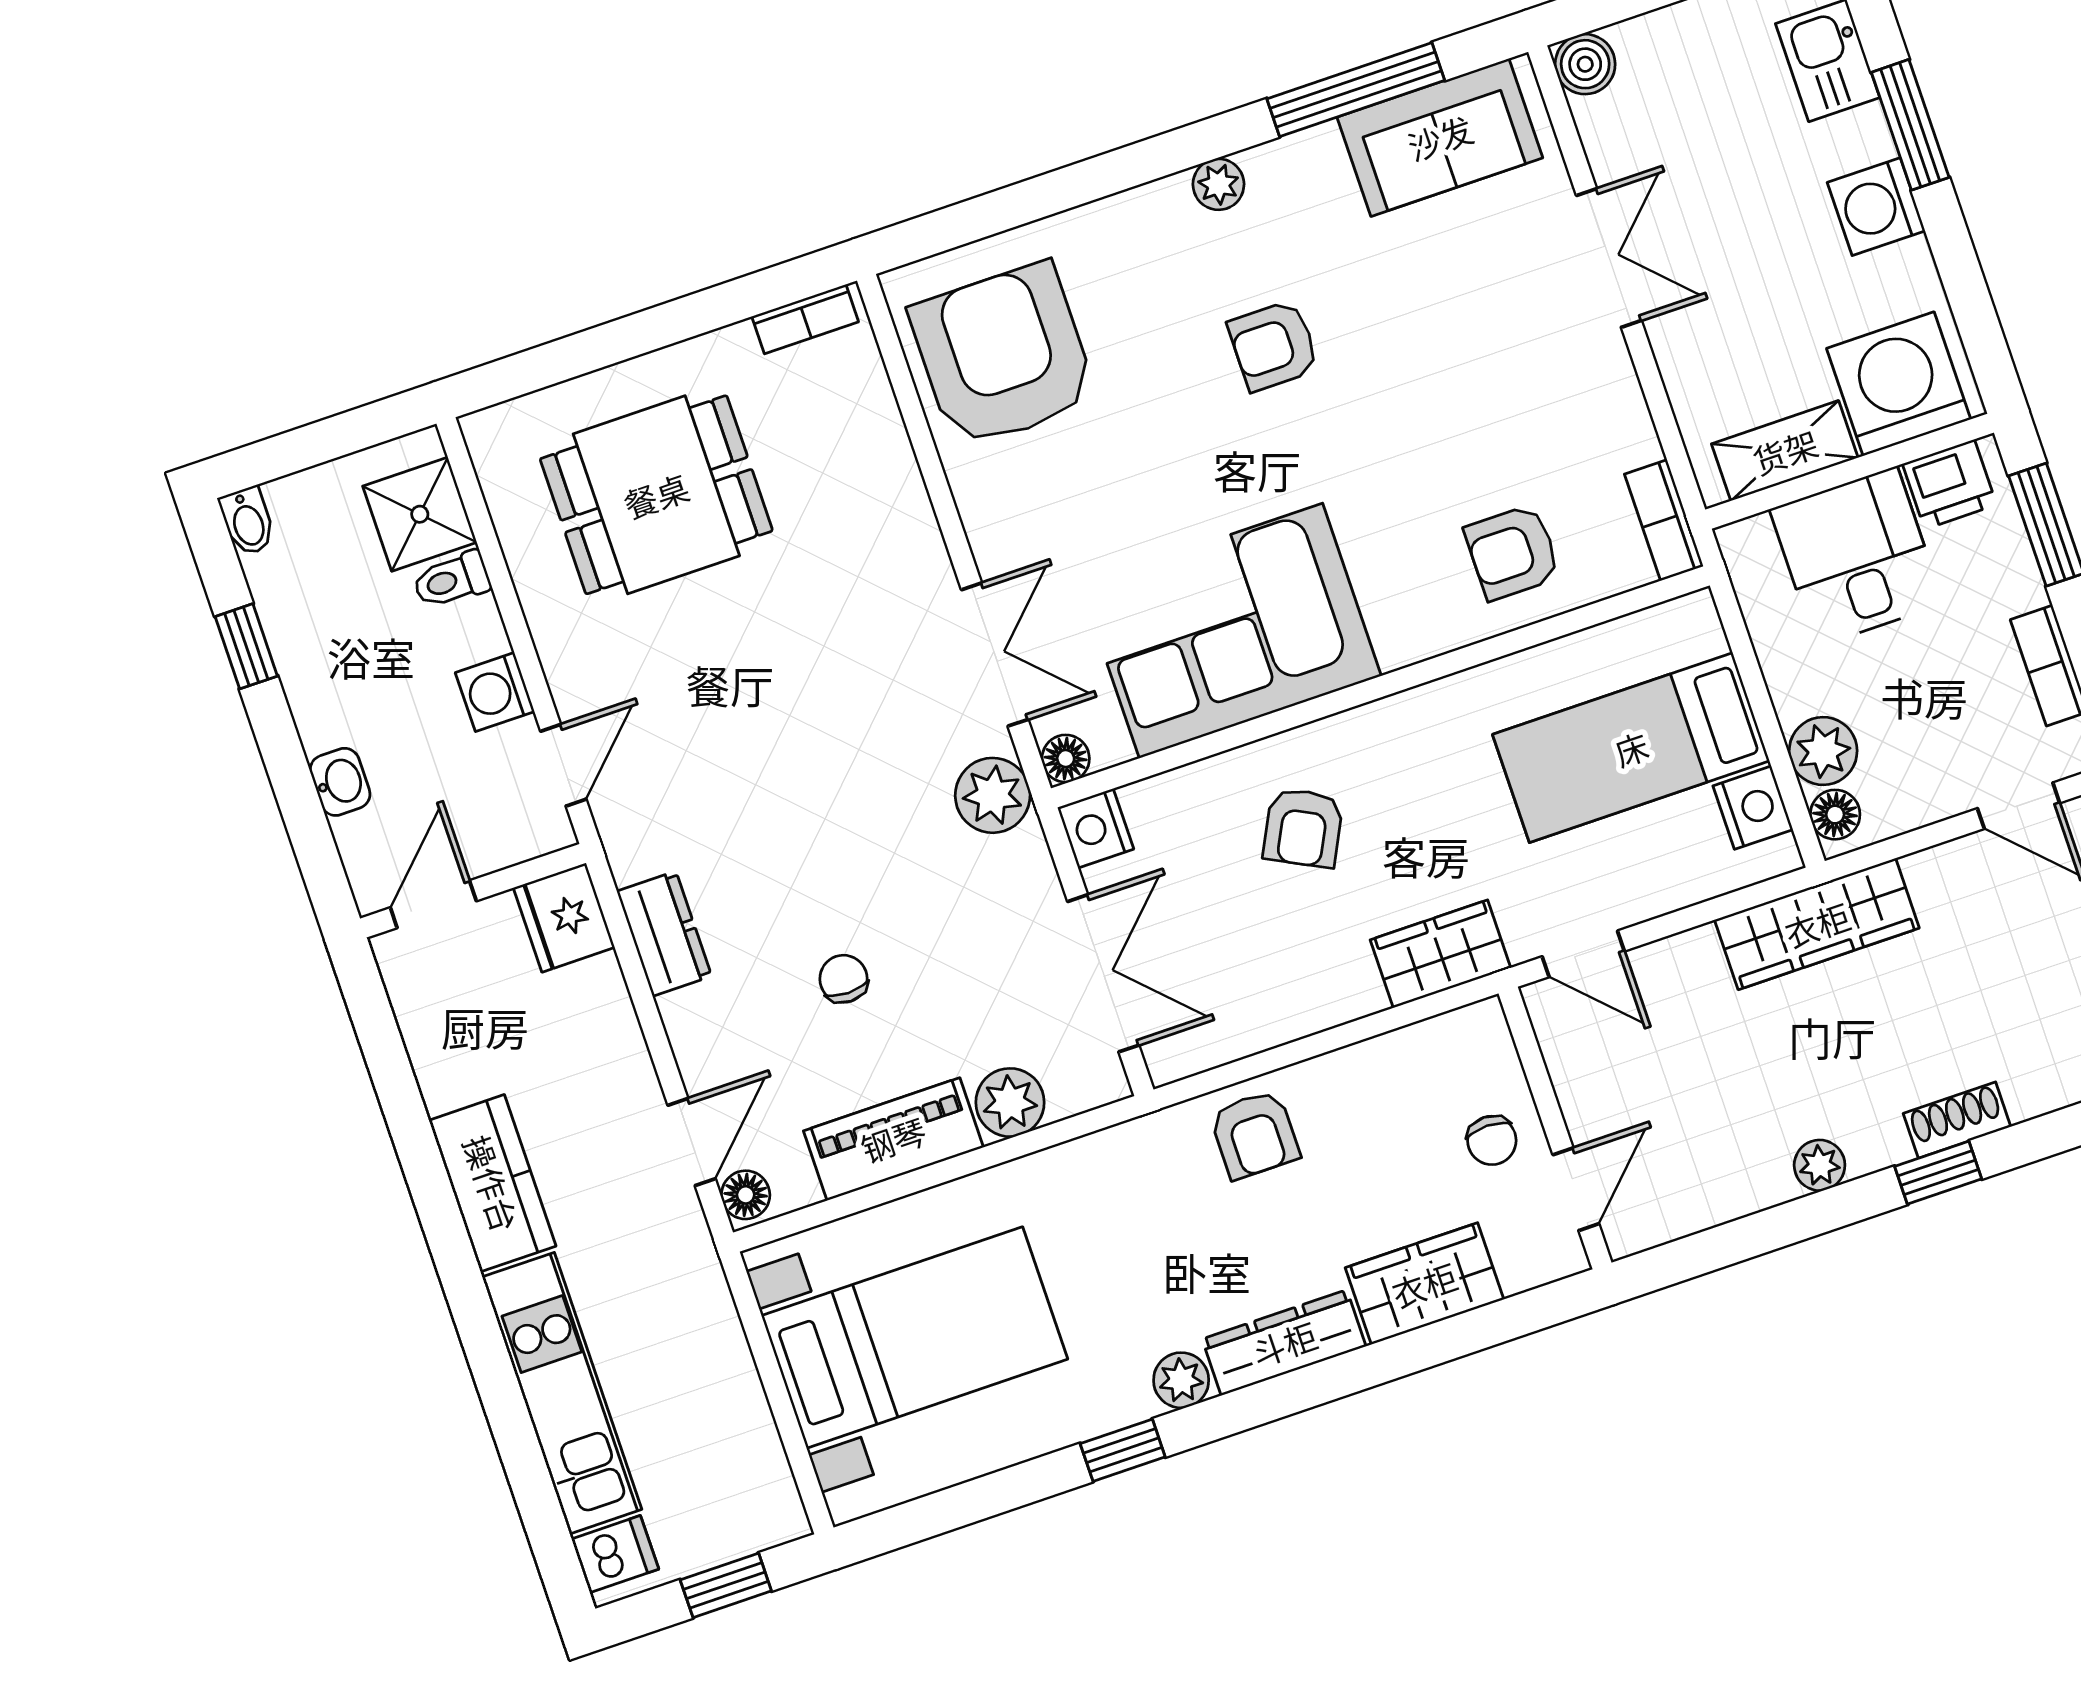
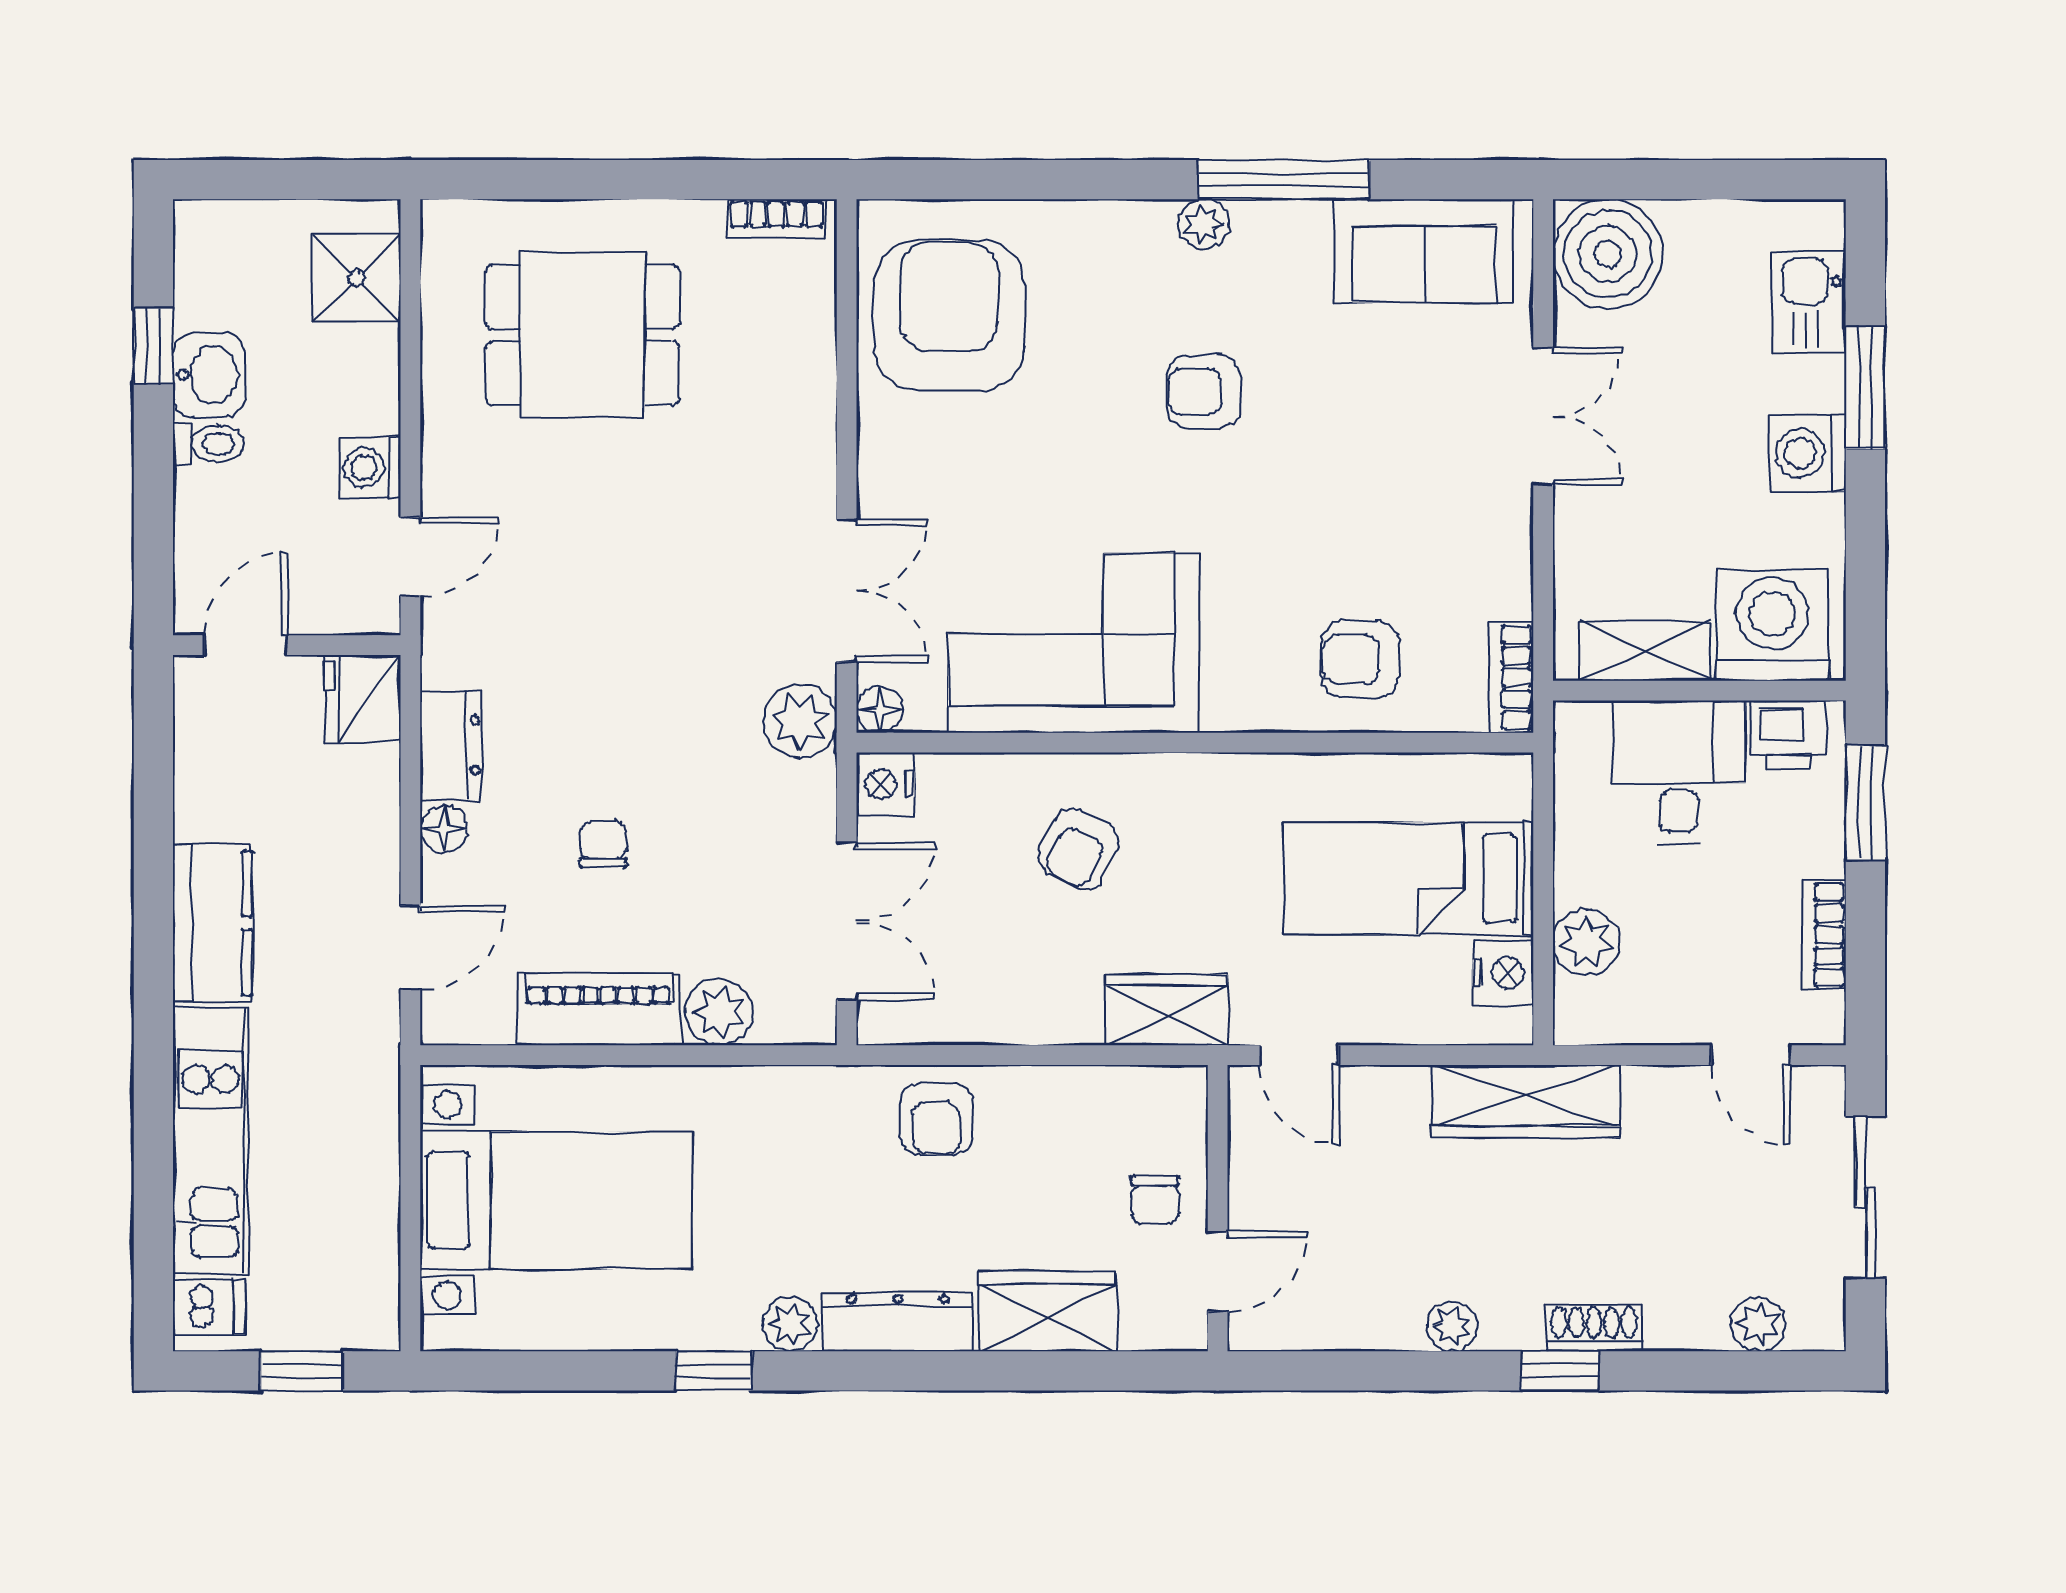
boiler: (1585, 64) -> (1608, 254), width x1.86, depth x1.86
window: (1356, 90) -> (1284, 180), moved
bidet: (247, 521) -> (194, 230), removed
toilet: (452, 580) -> (208, 444), moved, turned 180
washbasin: (340, 782) -> (209, 375), moved, width x1.38, depth x1.45
floor lamp: (1835, 815) -> (1577, 1005), removed
floor lamp: (746, 1195) -> (444, 829), moved

